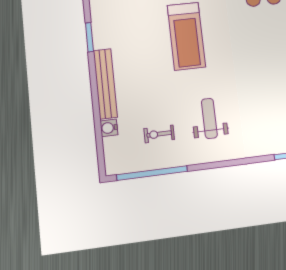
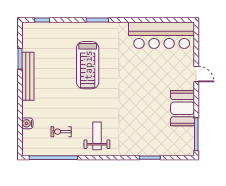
bench: (105, 84) -> (28, 76), moved
weight bench: (209, 118) -> (97, 136), moved

